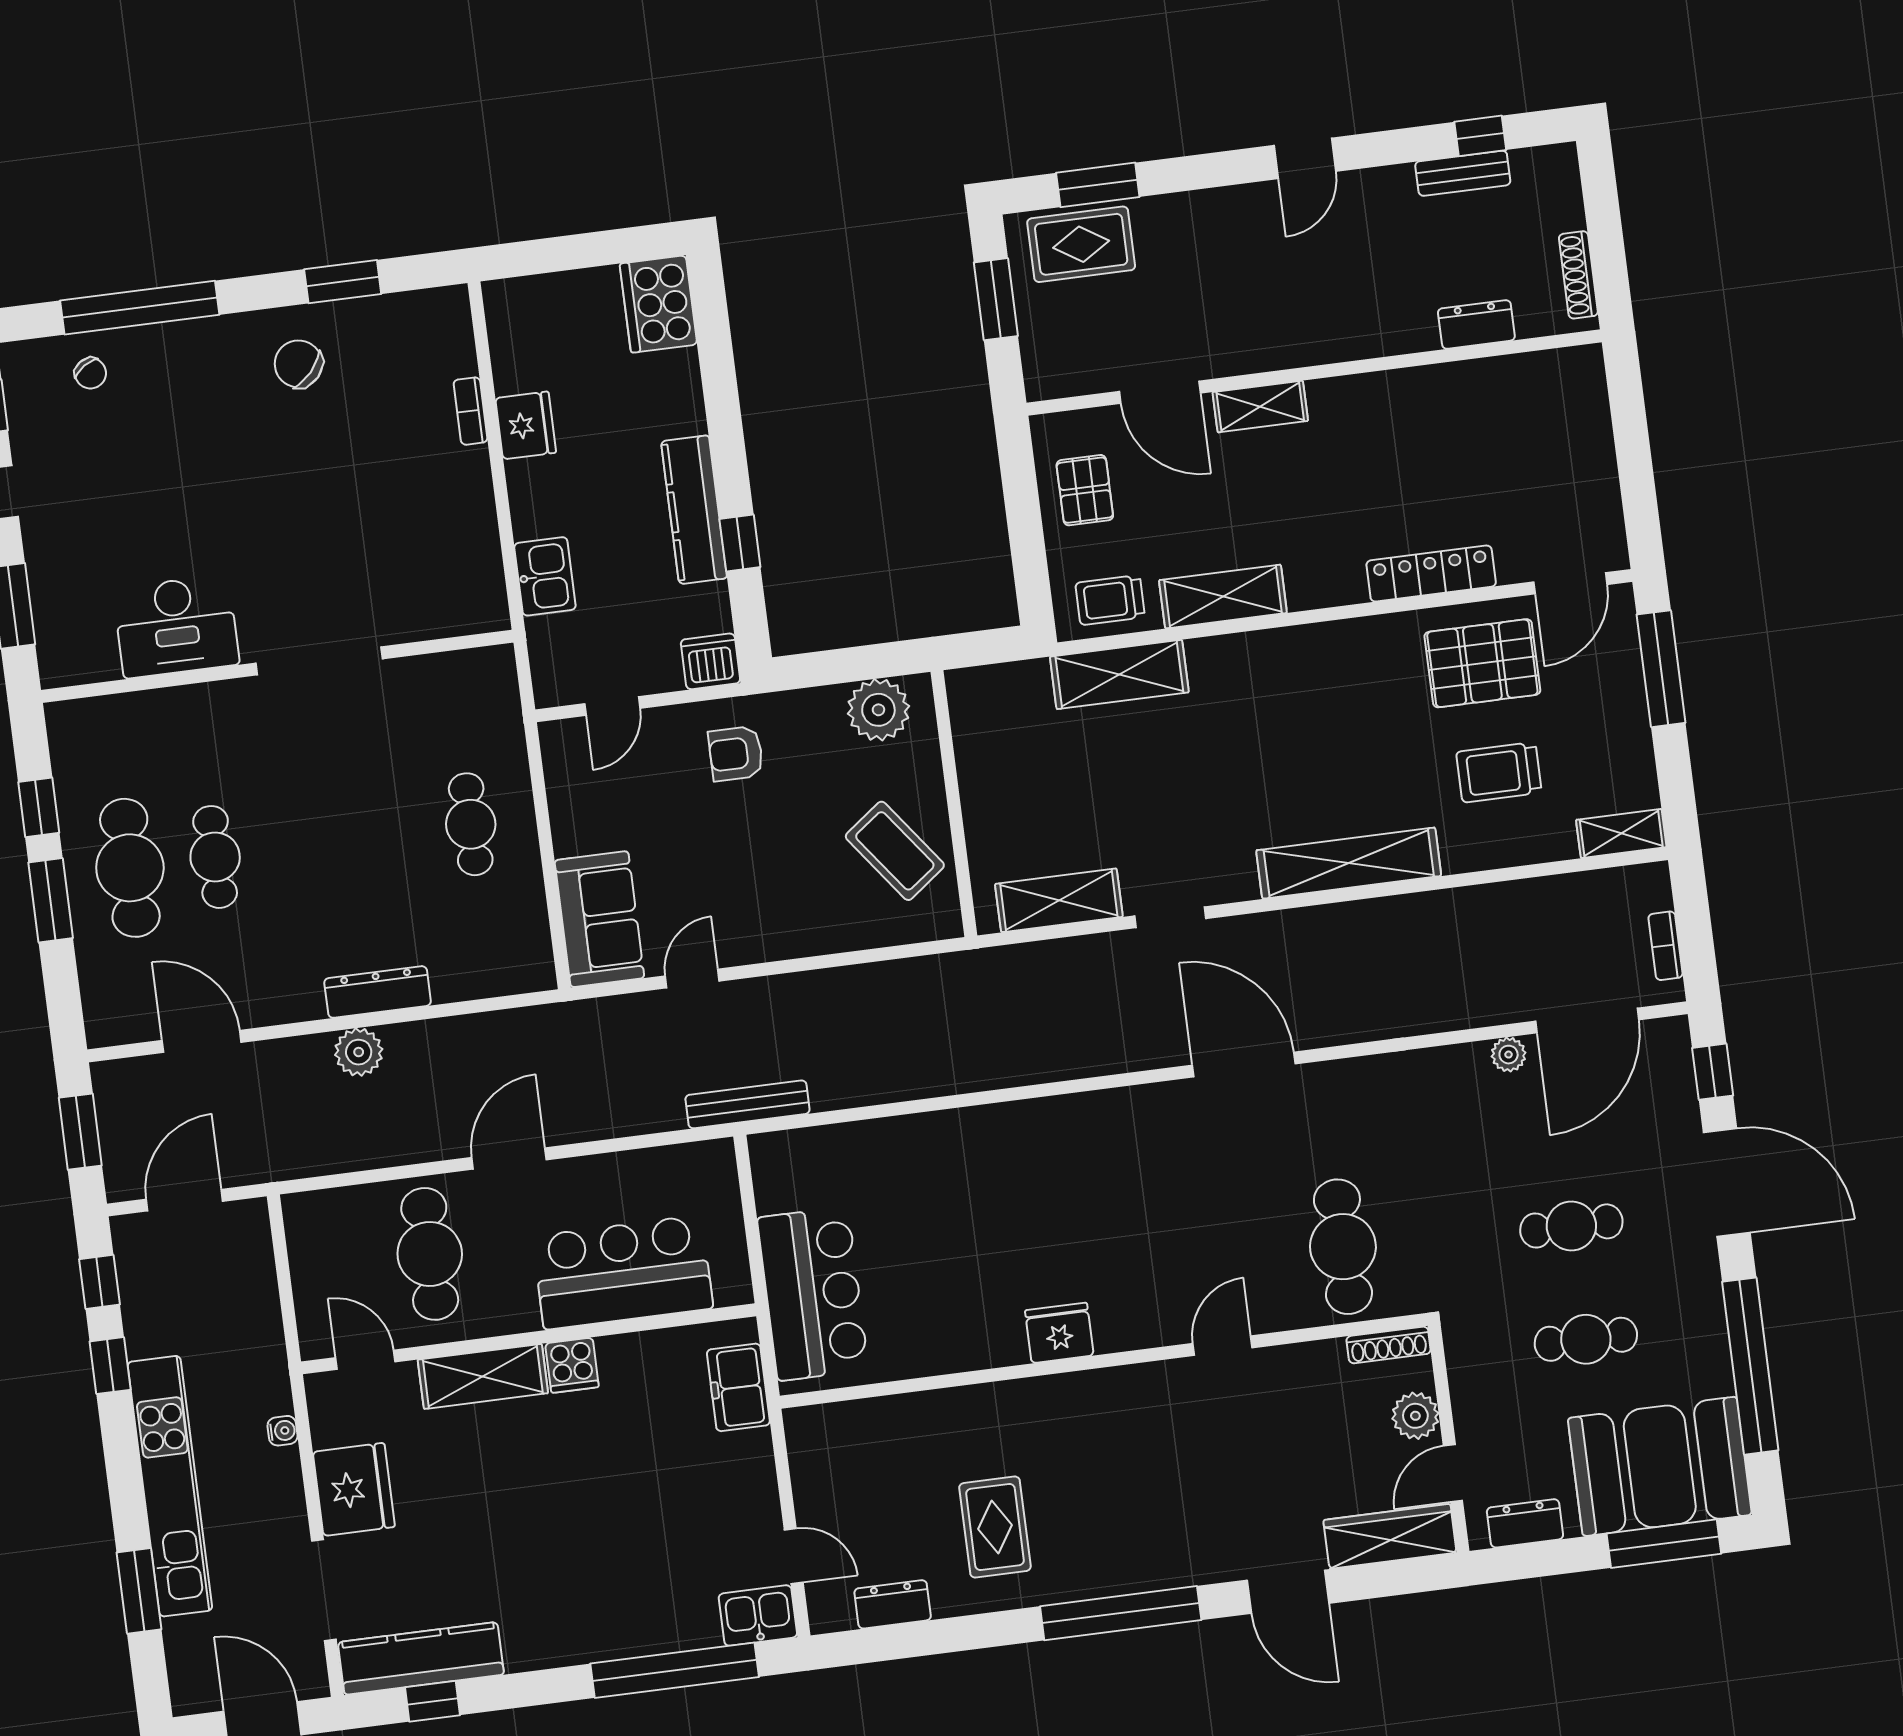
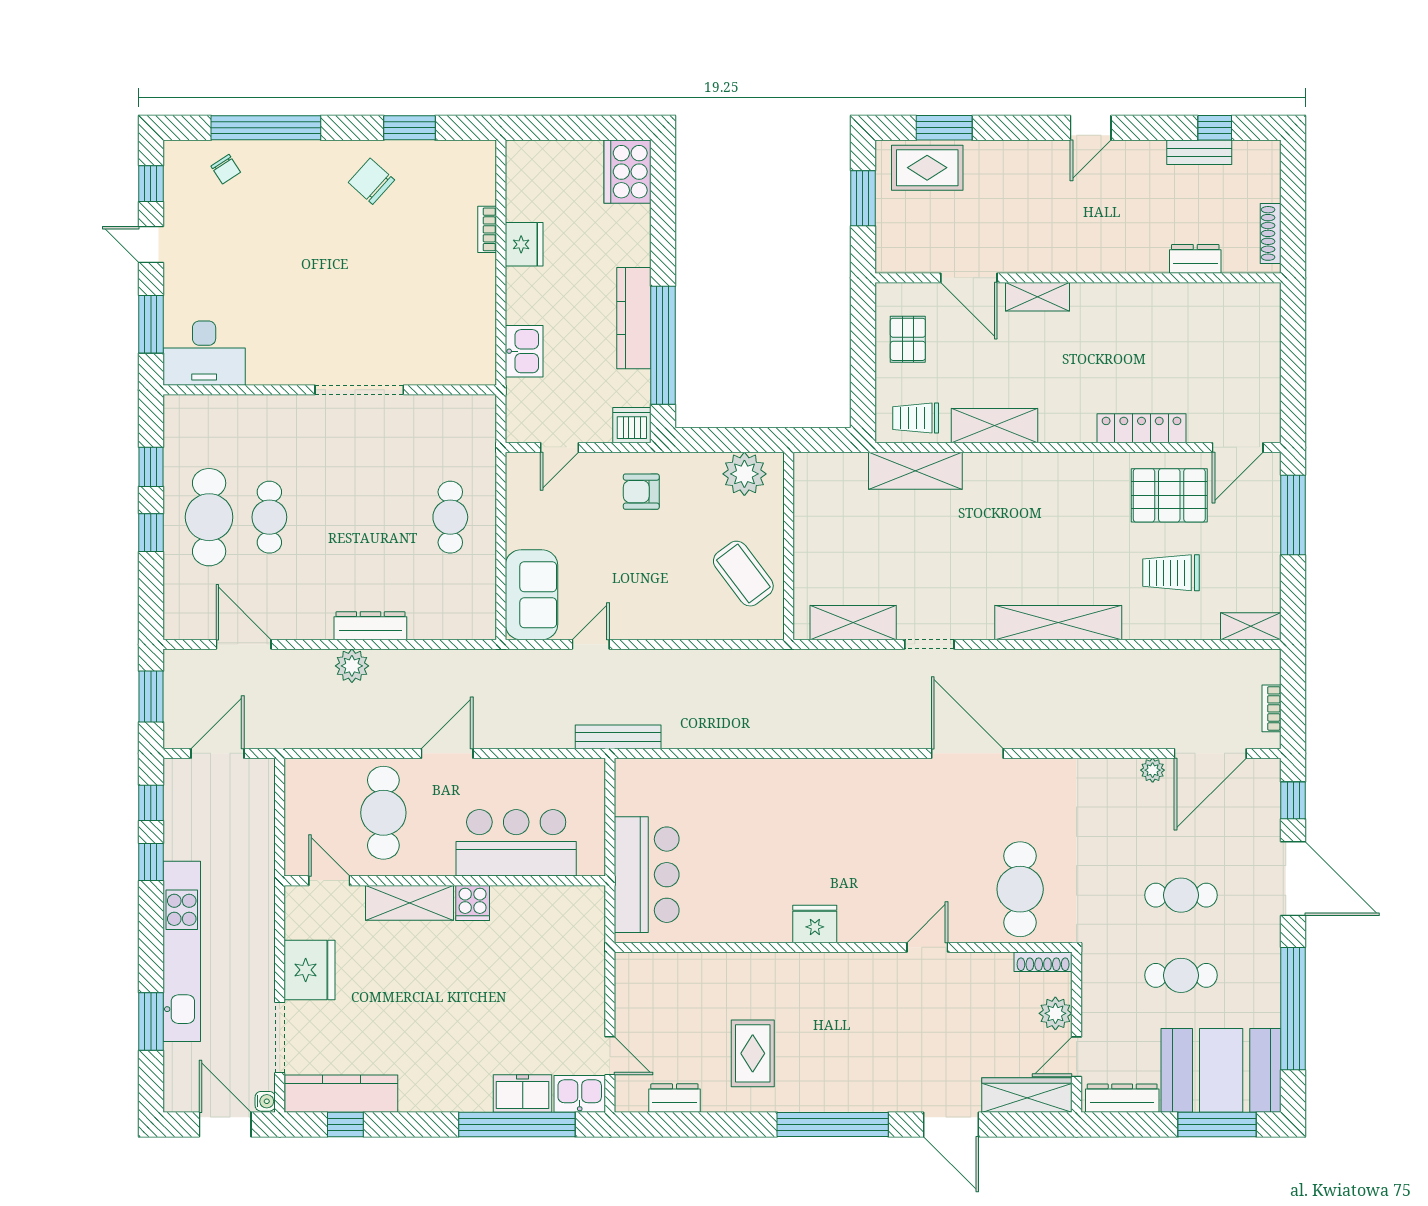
window: (740, 543) -> (663, 345), width x3.17
desk: (176, 626) -> (204, 353), moved
window: (51, 900) -> (151, 533), width x0.67
freezer: (738, 1387) -> (523, 1094), moved, turned 90
water cooler: (283, 1431) -> (265, 1101), moved
dresser: (1525, 1523) -> (1122, 1098), width x1.44

